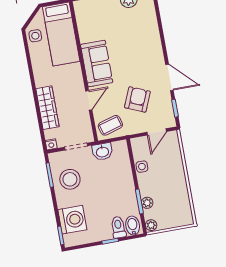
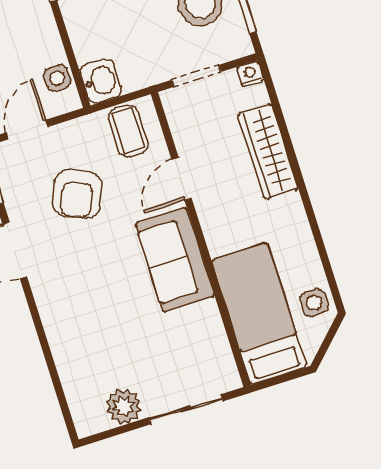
coffee table: (110, 125) -> (128, 131), turned -74
washbasin: (102, 152) -> (101, 81), moved, turned 90
side table: (142, 167) -> (57, 78), moved

